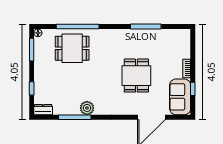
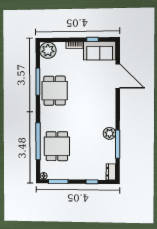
plant: (181, 38) -> (48, 50), added
dining table: (136, 76) -> (55, 91), moved, turned 90

